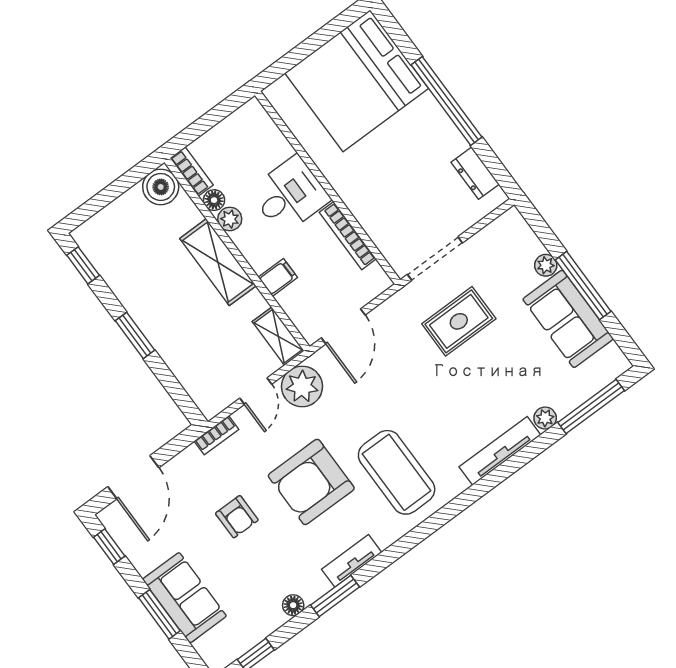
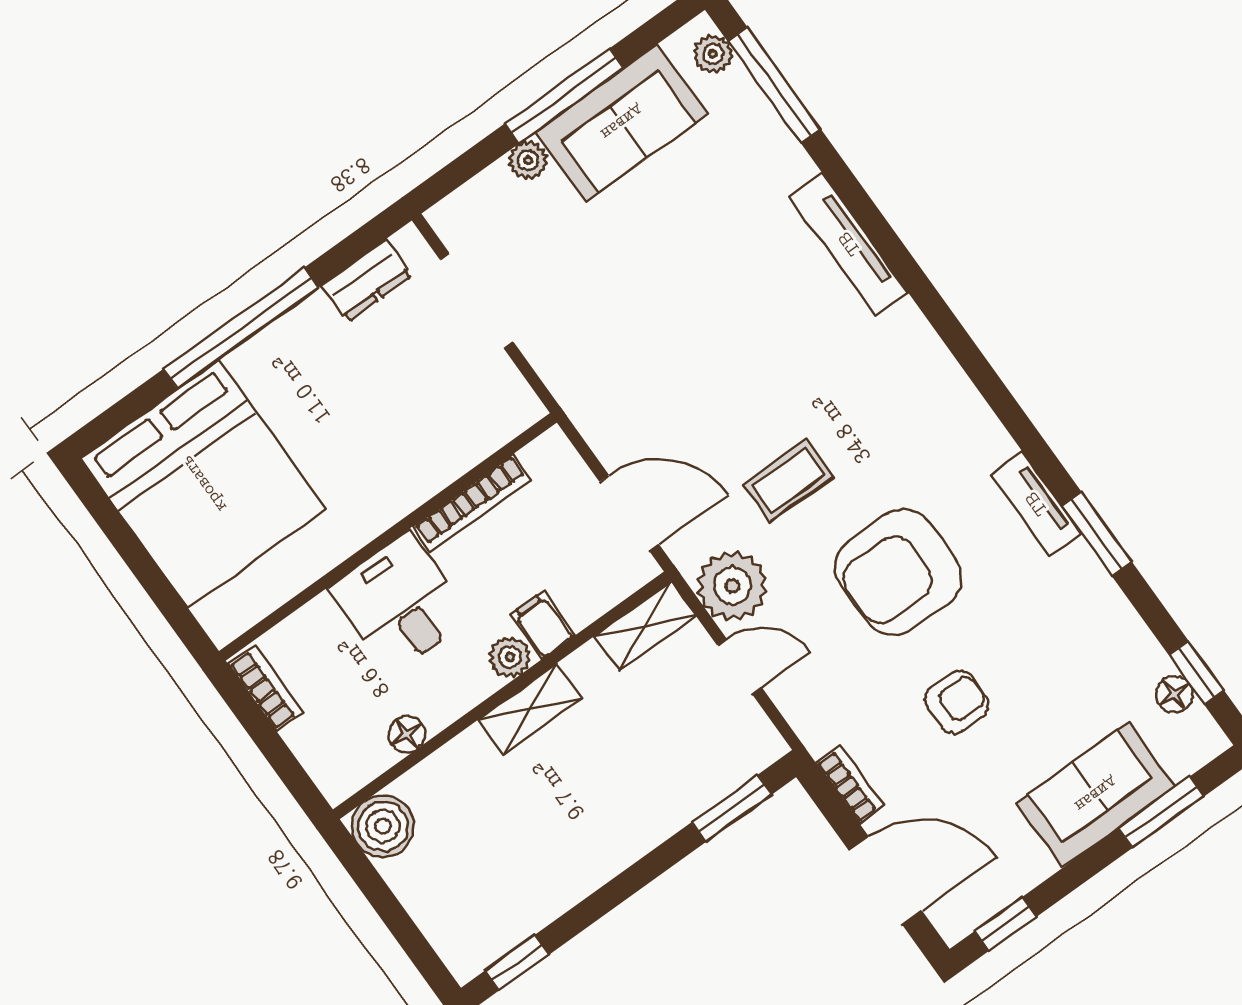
bookcase: (192, 171) -> (266, 688), moved, turned 90
plant: (230, 219) -> (510, 657), moved
doorway: (435, 259) -> (477, 301), moved
shelving: (218, 262) -> (530, 709), width x0.67, depth x0.75
rug: (459, 321) -> (623, 312), removed
window: (135, 335) -> (732, 808), moved
plant: (545, 418) -> (713, 54), moved
bookcase: (216, 435) -> (850, 784), moved
coffee table: (397, 472) -> (788, 480), moved, width x0.54, depth x0.58
armchair: (311, 482) -> (898, 572), turned 90
floor lamp: (293, 605) -> (1174, 694), moved
window: (159, 614) -> (1161, 812), moved

